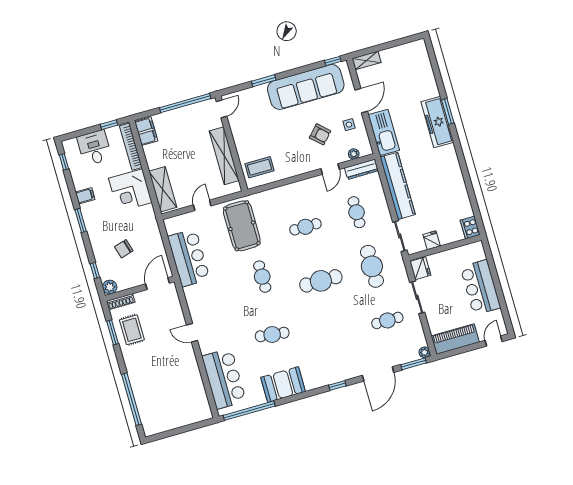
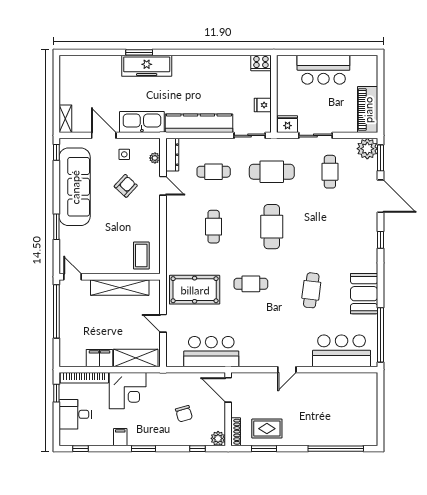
filing cabinet: (146, 131) -> (99, 358), moved
door: (494, 341) -> (380, 72), removed
plant: (424, 352) -> (367, 149), width x1.88, depth x1.88

